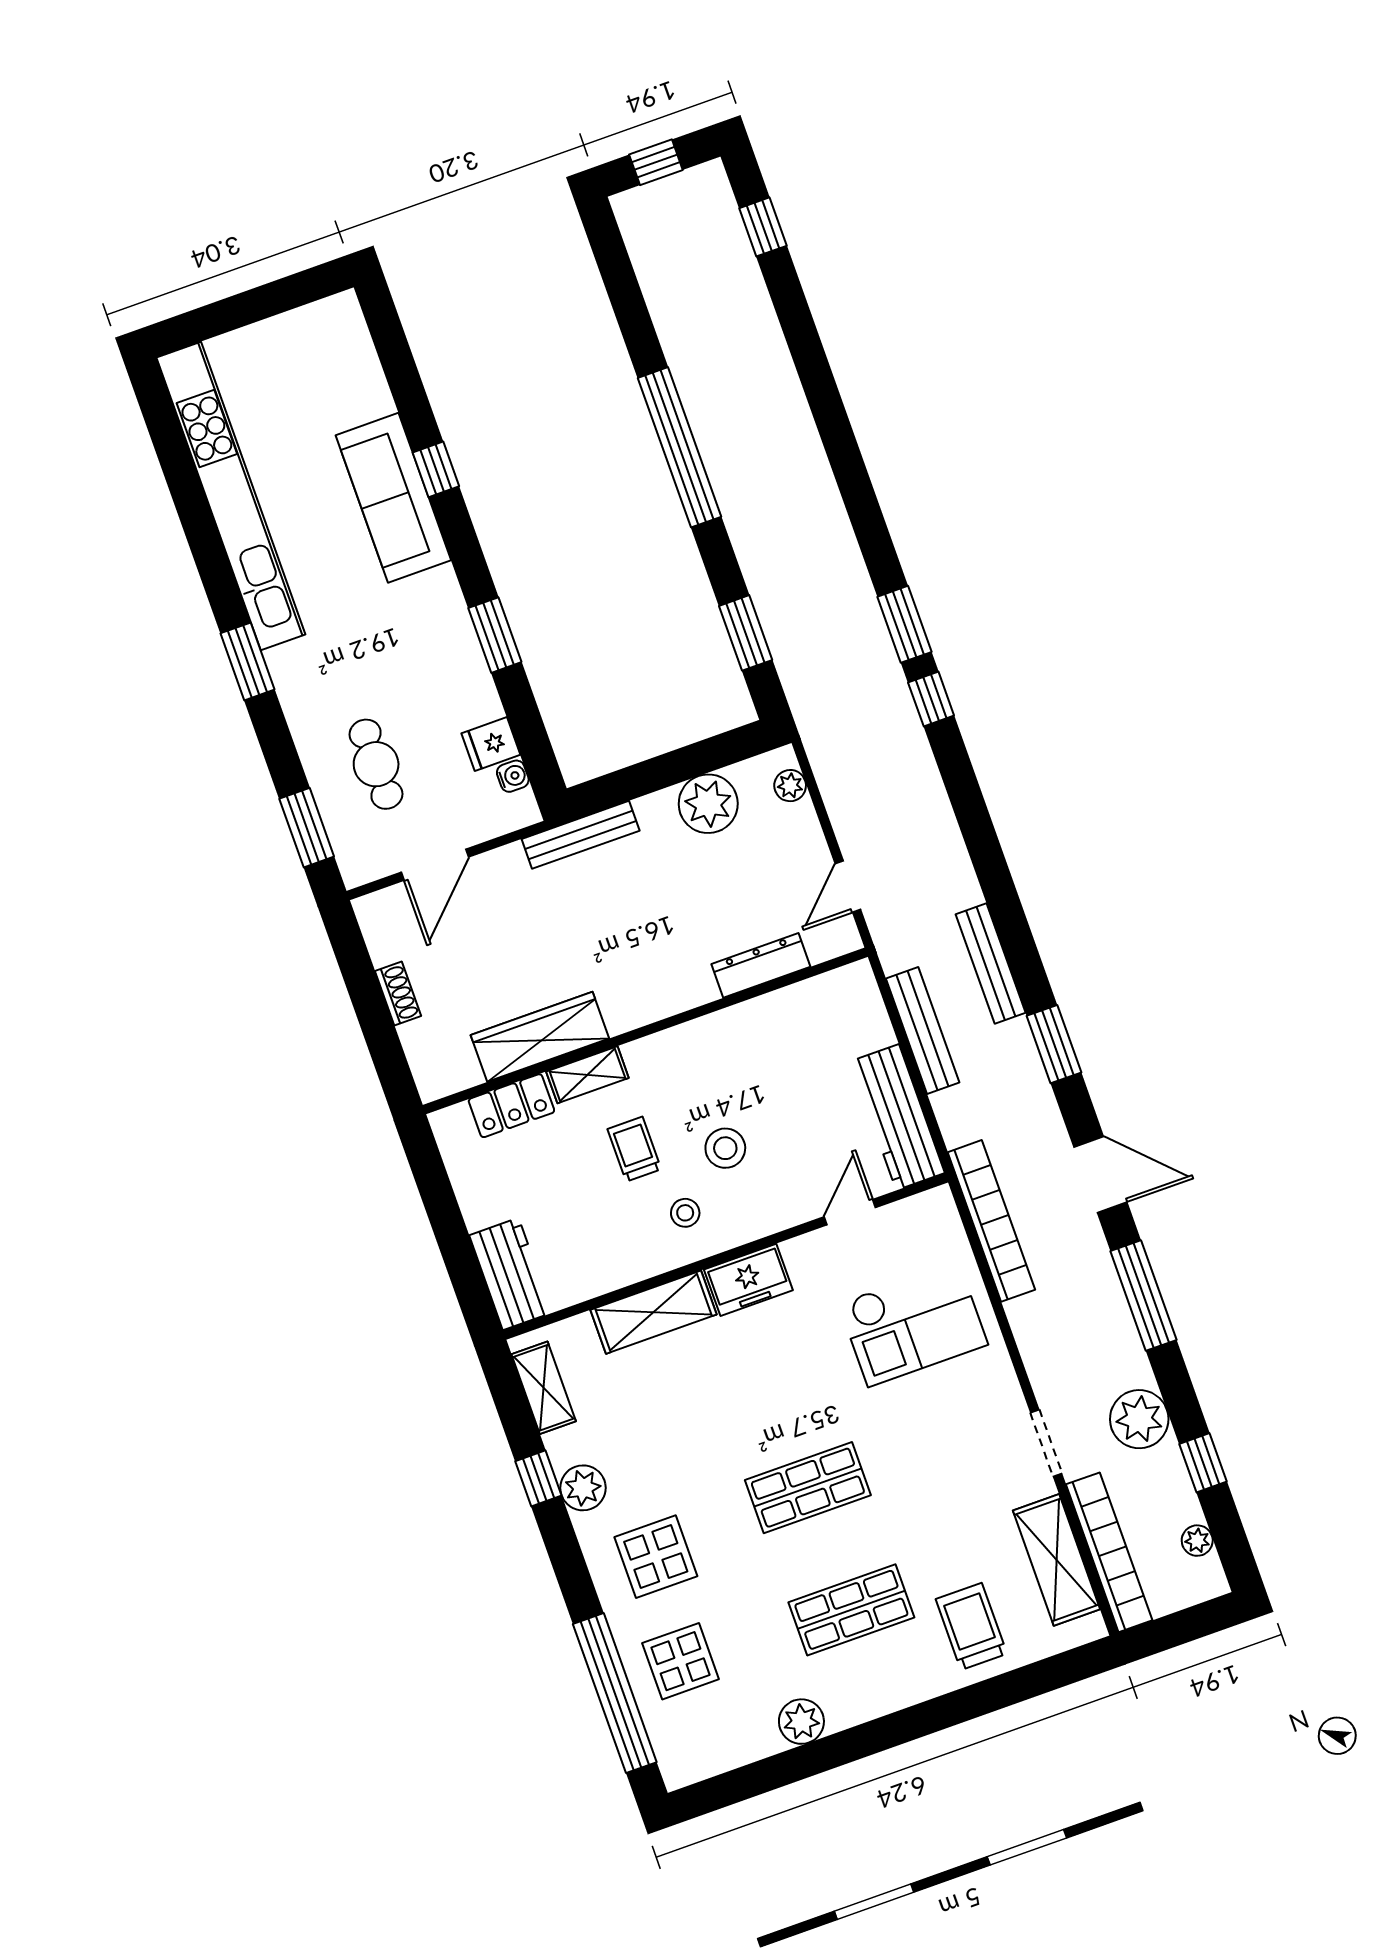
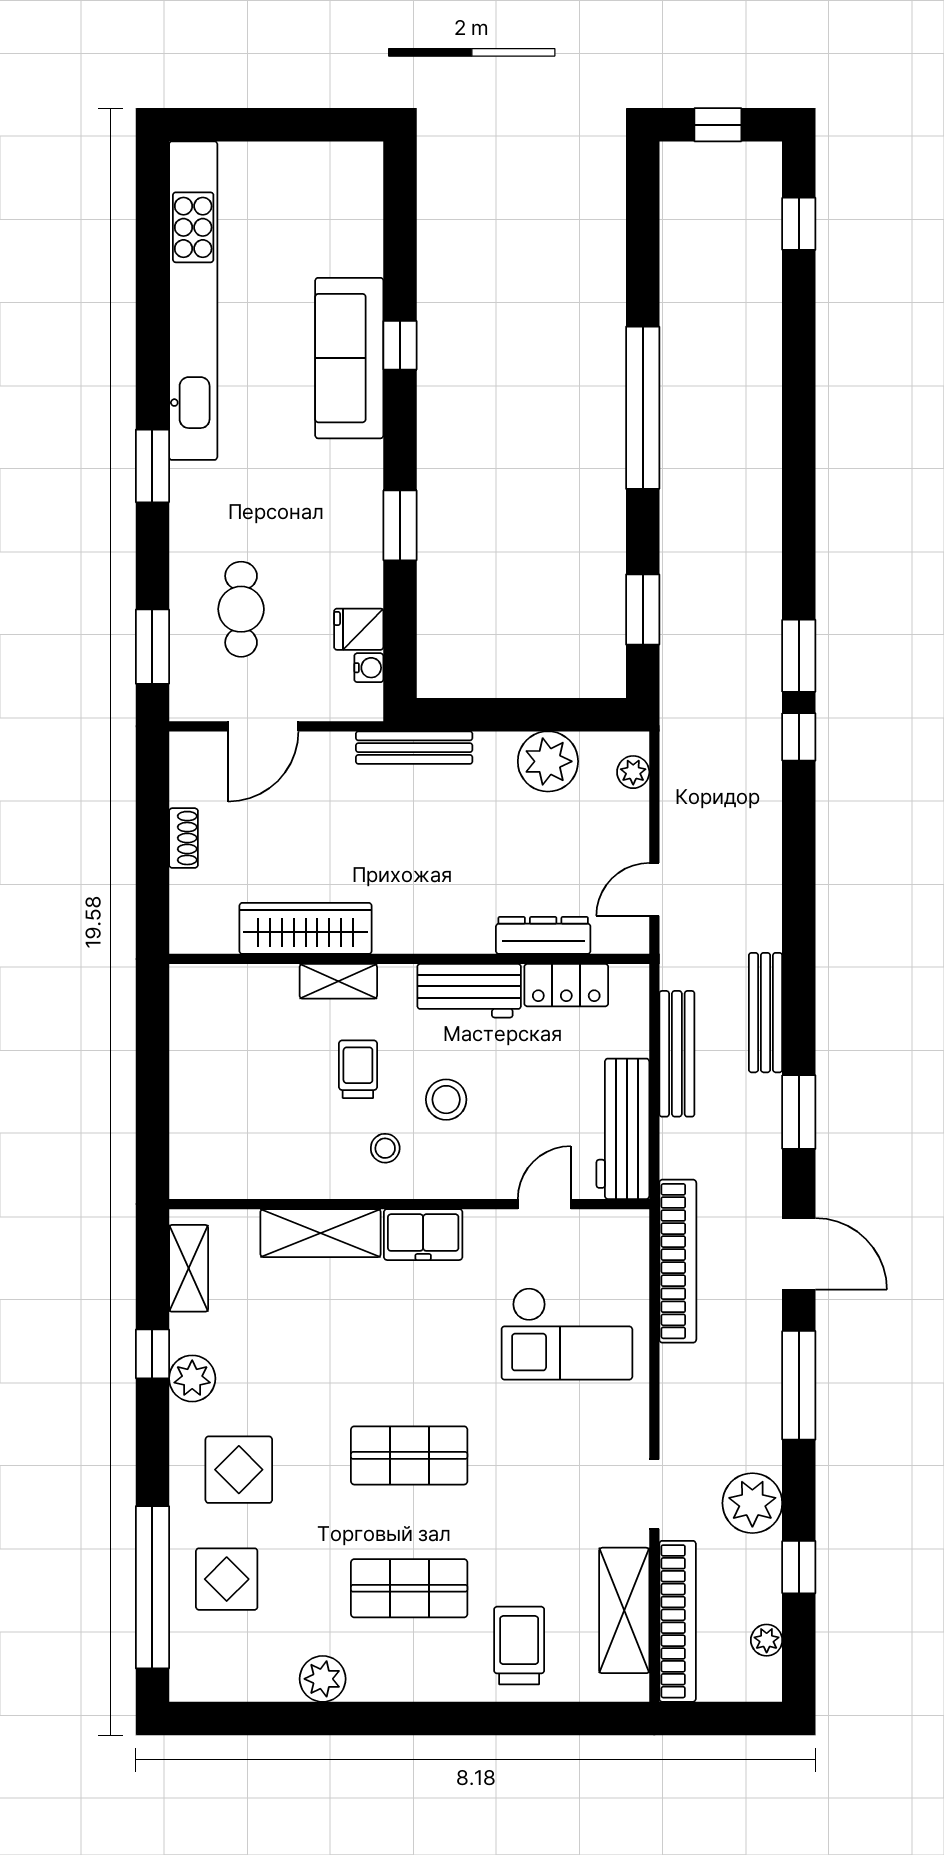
locker: (511, 1106) -> (566, 985), moved
workbench: (511, 1274) -> (469, 991), moved, turned 90

